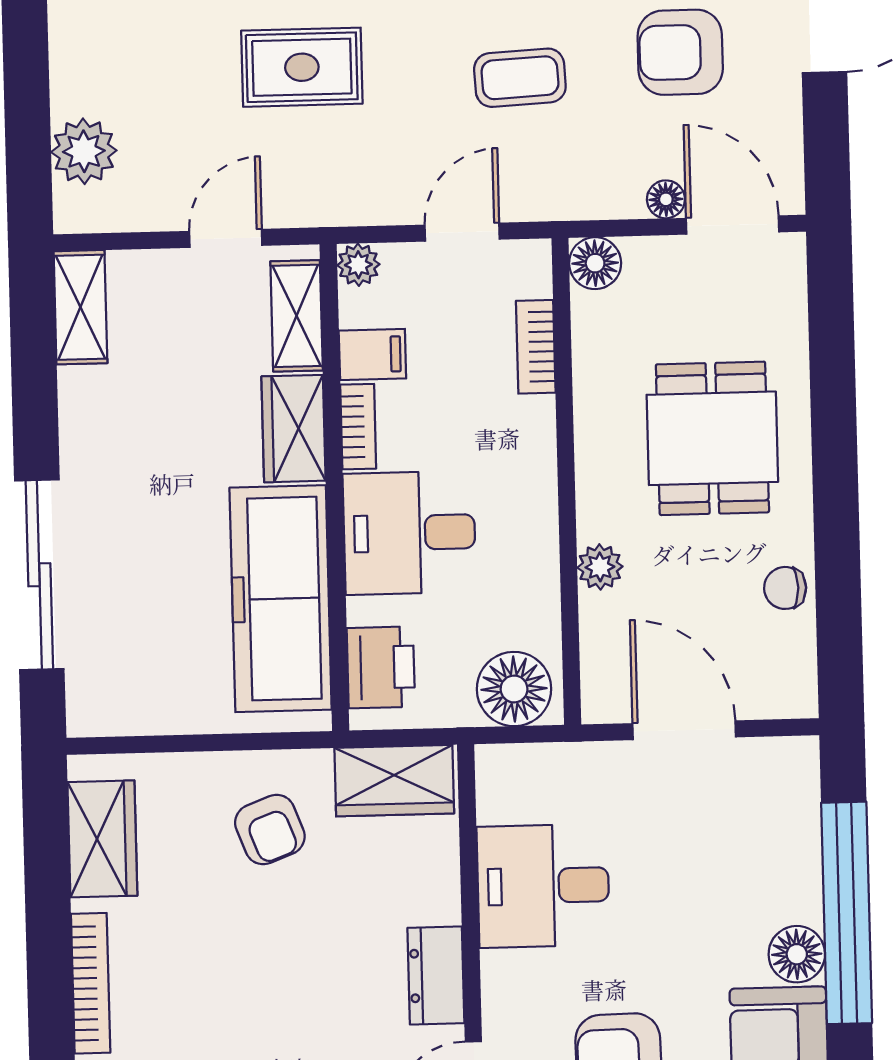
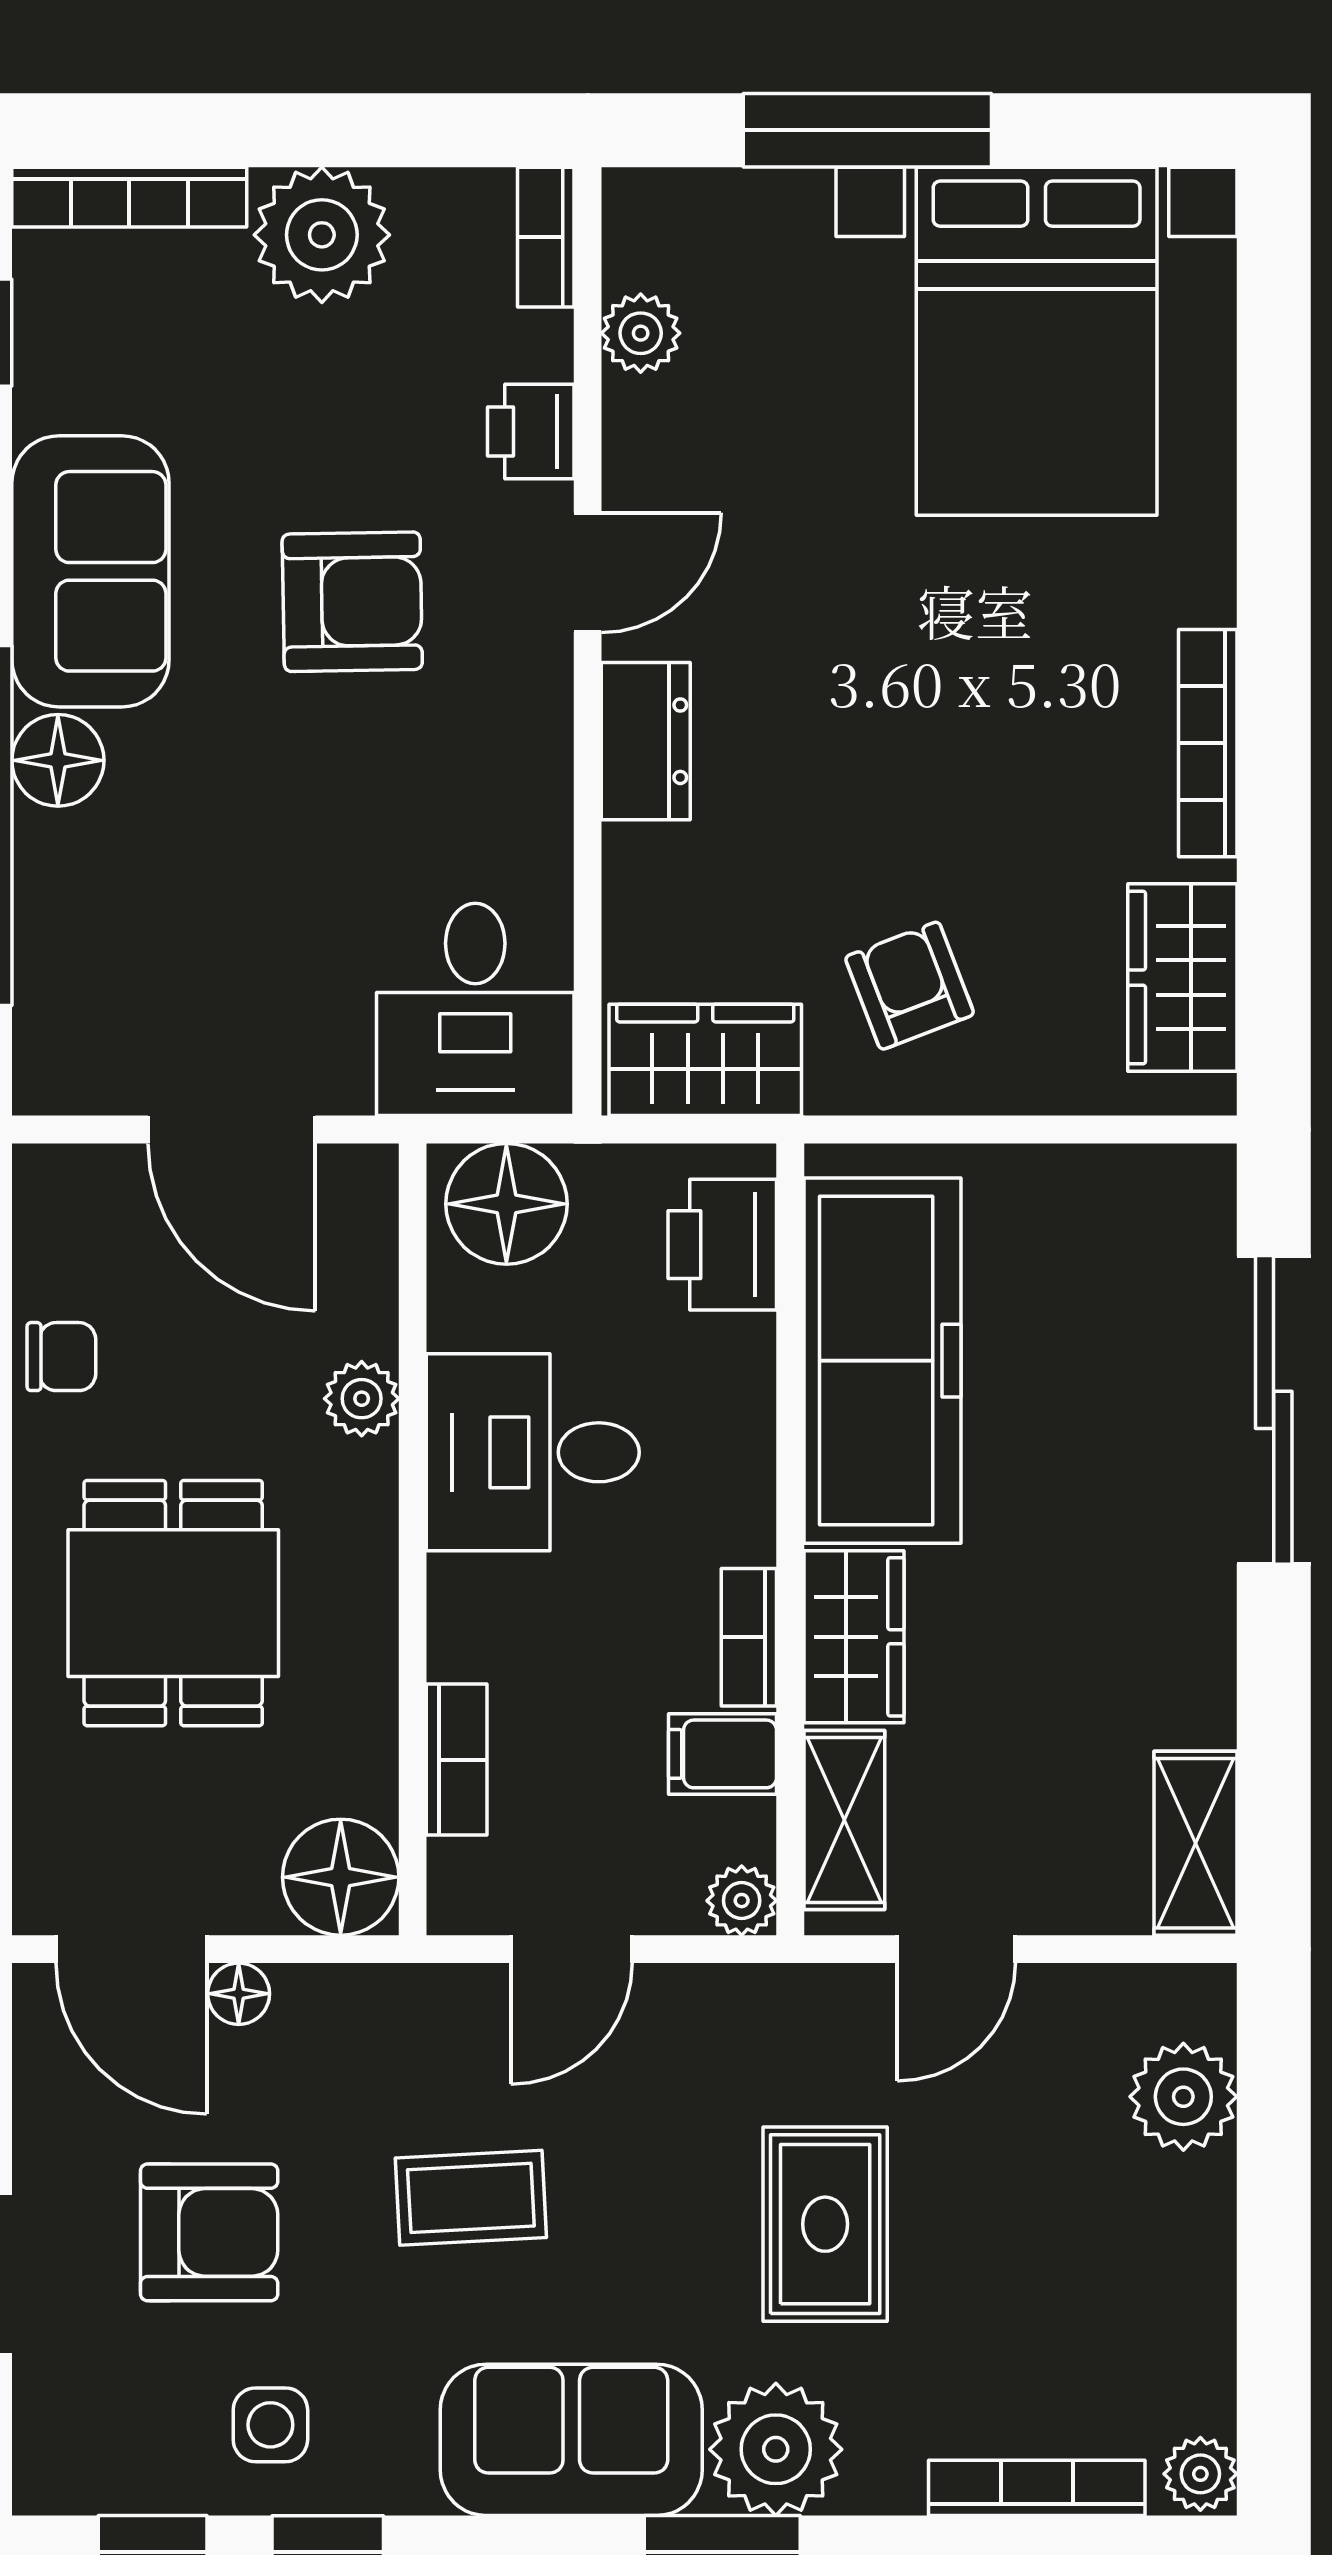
rug: (302, 67) -> (825, 2224), turned 90
floor lamp: (595, 263) -> (341, 1877), width x1.38, depth x1.38
desk: (409, 533) -> (533, 1452), moved, turned 180
desk: (543, 886) -> (475, 1009), moved, turned 90

